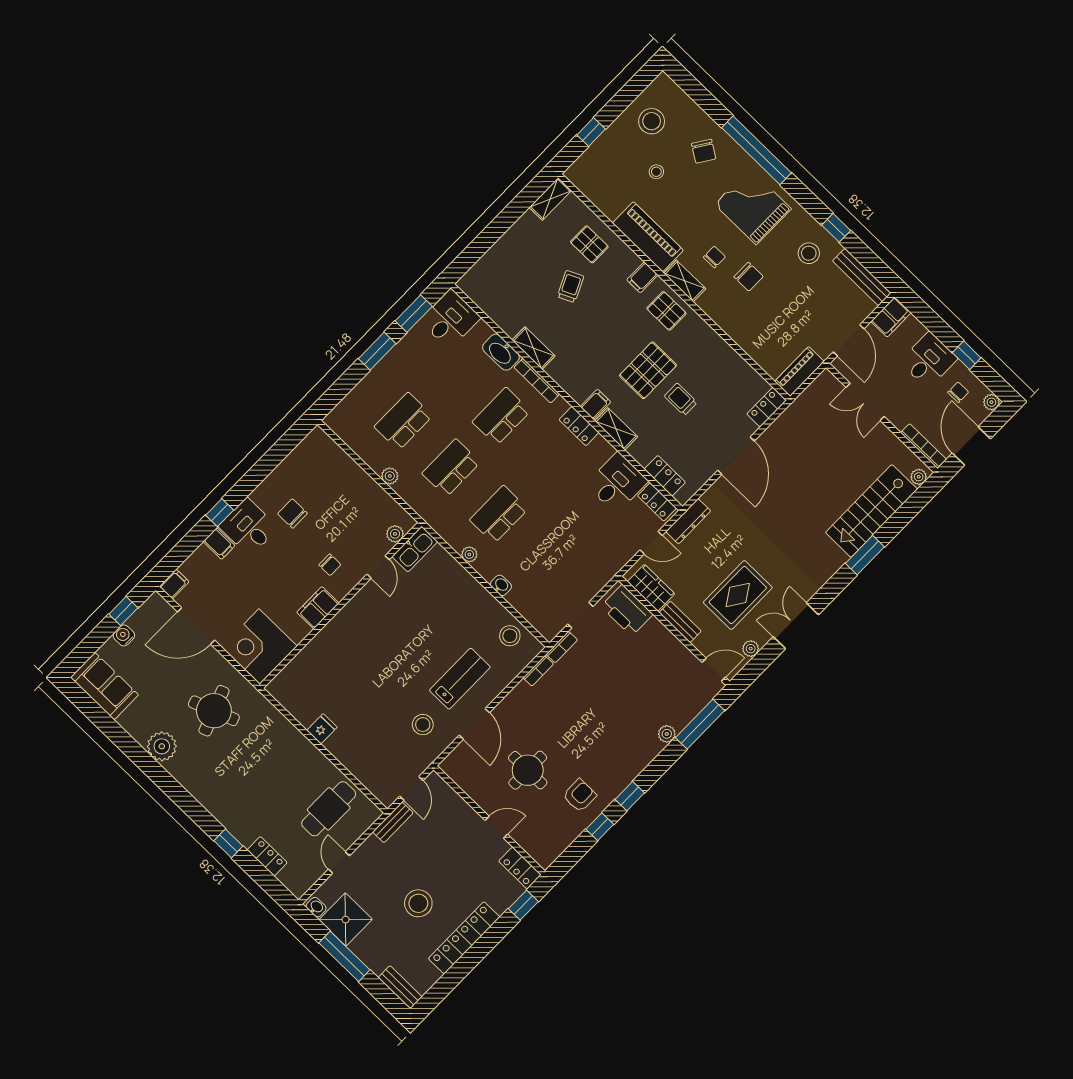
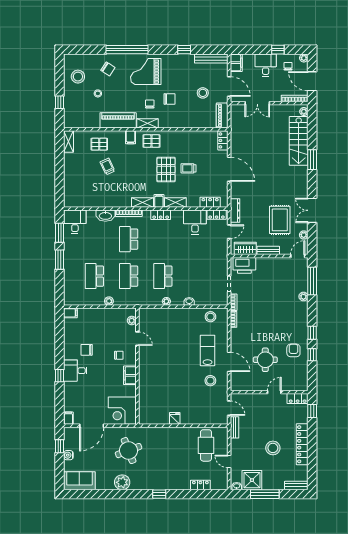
stool: (809, 253) -> (203, 93), moved
shelving: (533, 348) -> (142, 202), moved
filing cabinet: (219, 544) -> (70, 313), moved
kitchen sink: (415, 549) -> (144, 319), removed
window: (228, 843) -> (159, 494), moved

